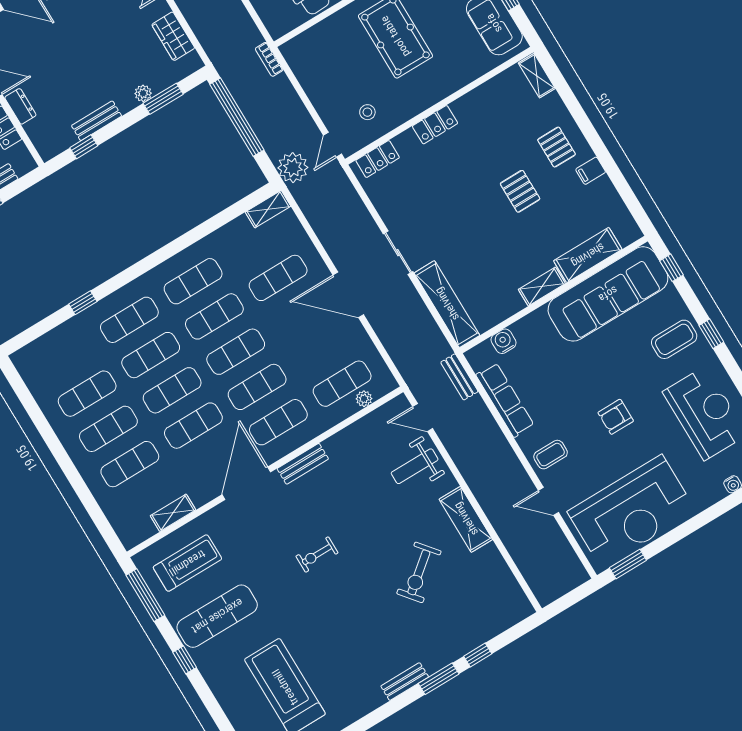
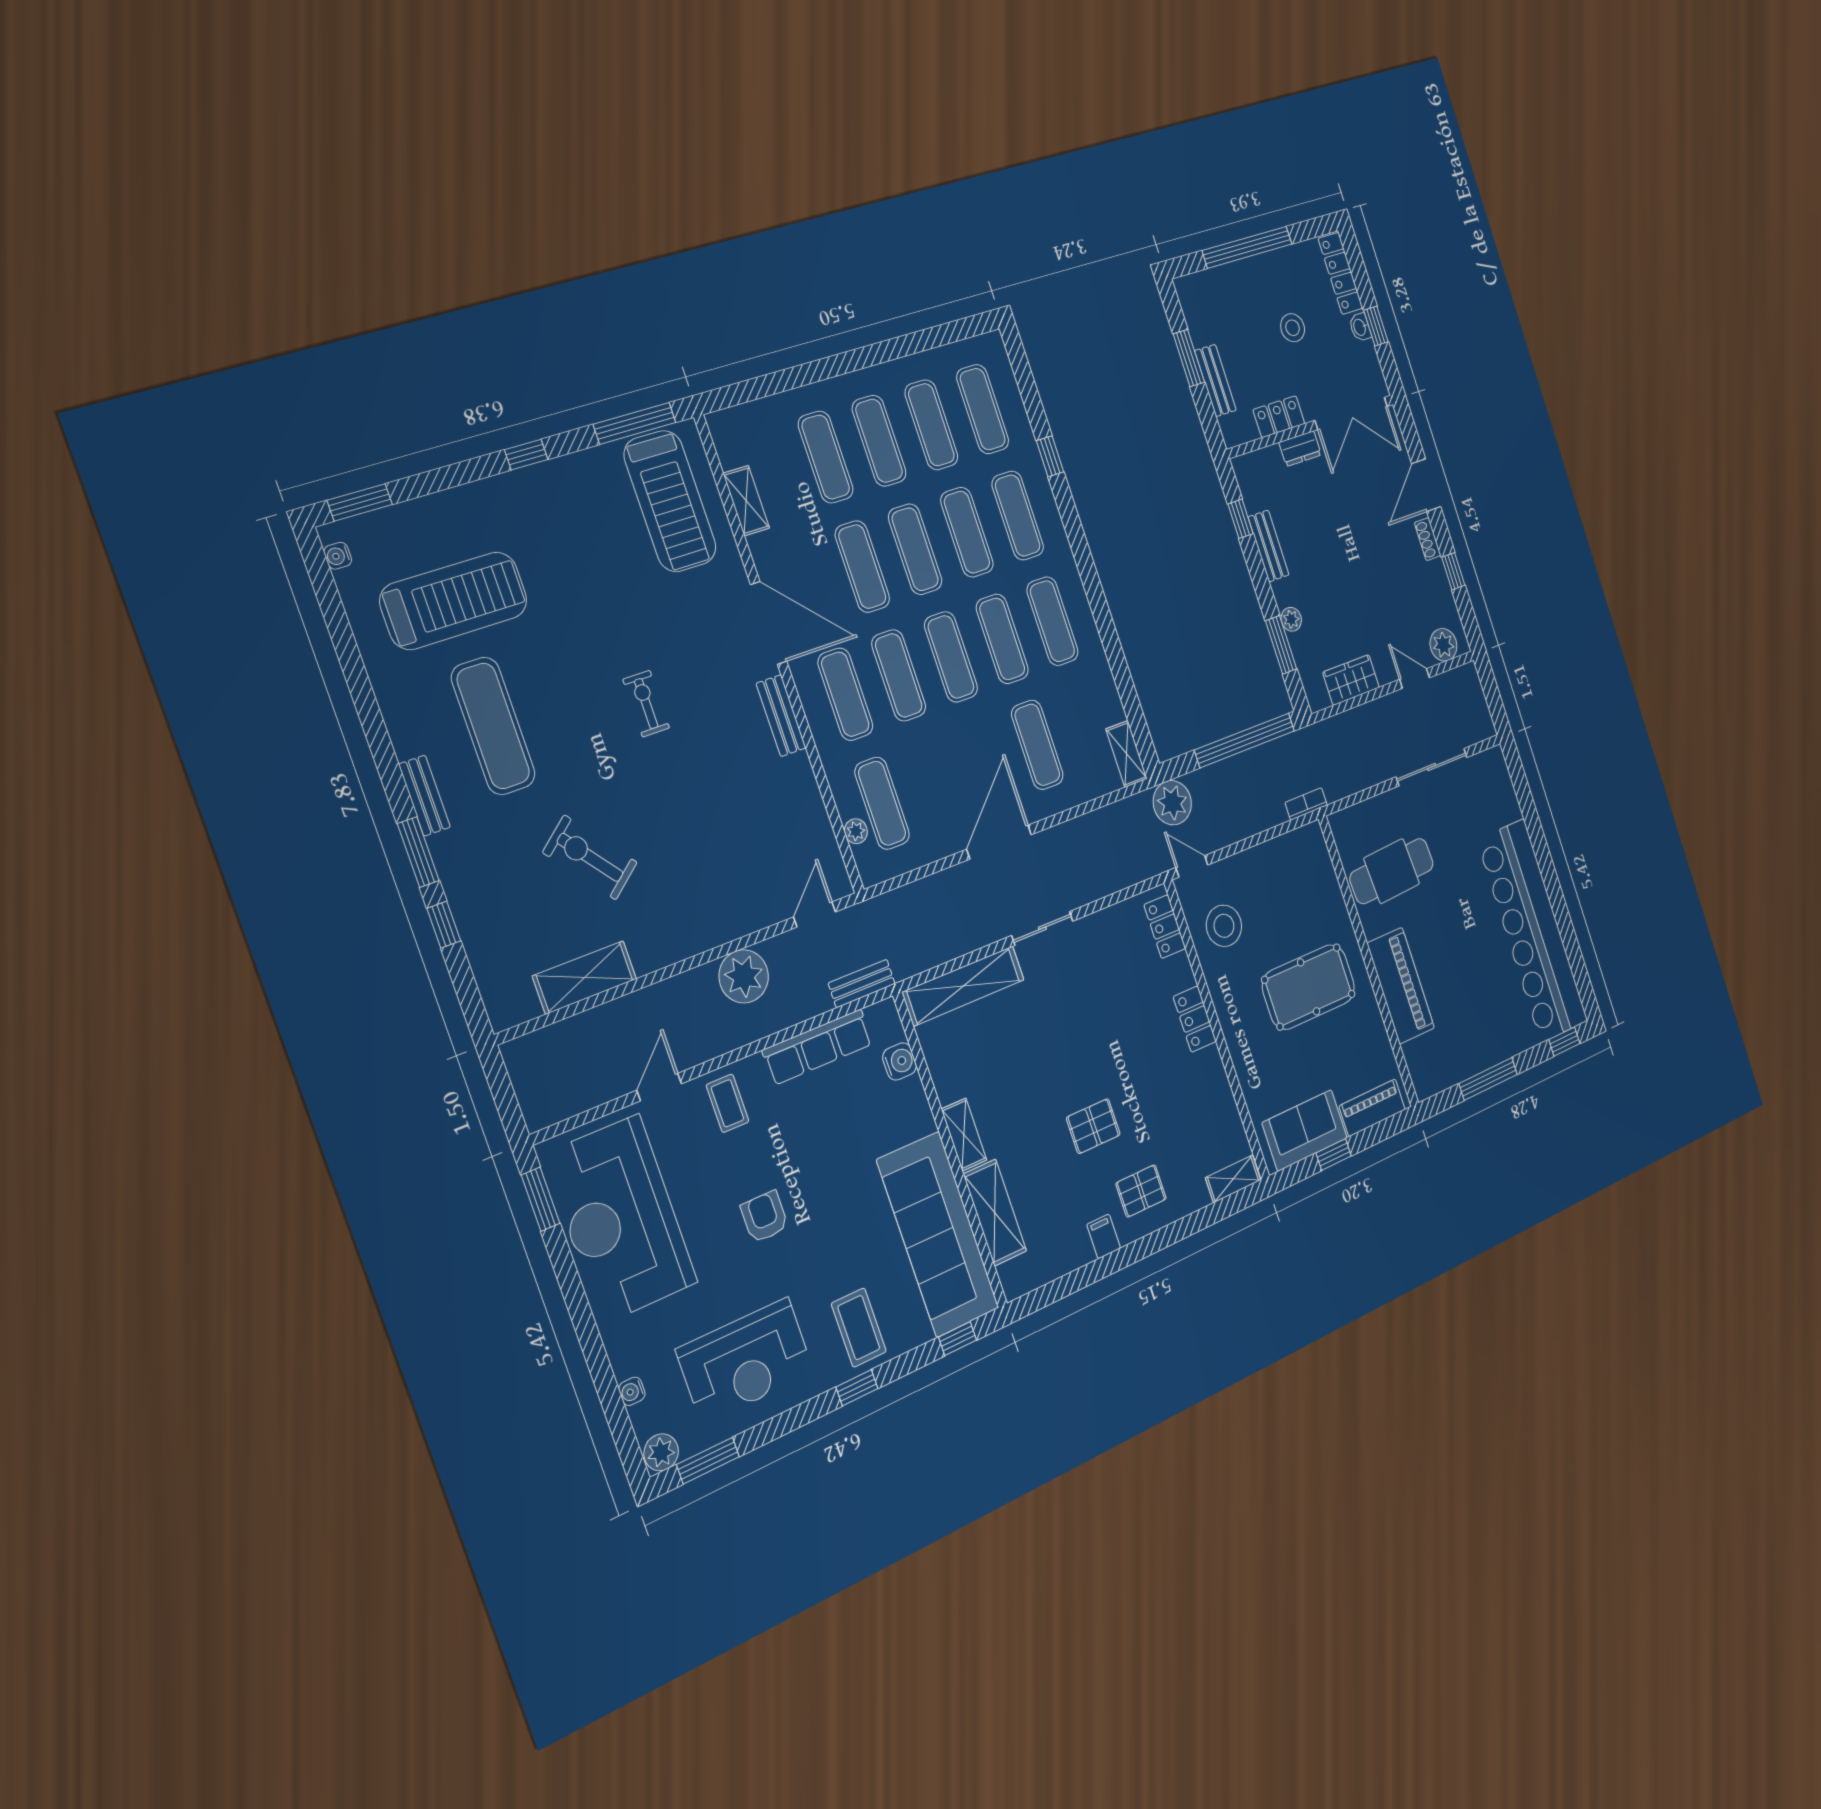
stool: (367, 112) -> (1224, 926), width x1.89, depth x1.89
exercise mat: (66, 358) -> (983, 409), added
plant: (471, 458) -> (744, 976), added
weight bench: (415, 466) -> (748, 886), removed
shelving: (466, 519) -> (585, 977), moved
treadmill: (187, 563) -> (670, 501), width x1.37, depth x1.38
exercise mat: (217, 616) -> (493, 726), moved

